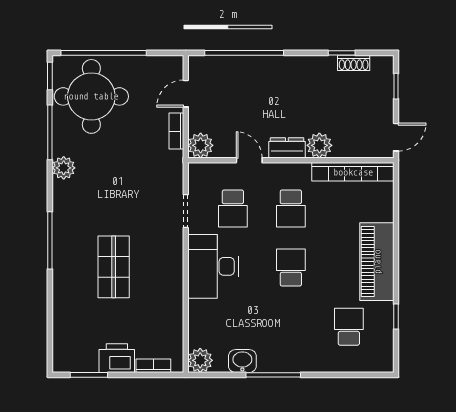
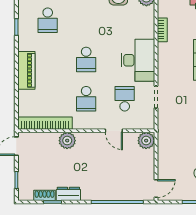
door: (186, 94) -> (156, 188), moved
bookcase: (176, 131) -> (162, 30), moved
dresser: (287, 148) -> (68, 194), moved, turned 180
school desk: (291, 208) -> (86, 99), turned 180
piano: (377, 262) -> (26, 70), width x0.73, depth x0.75

